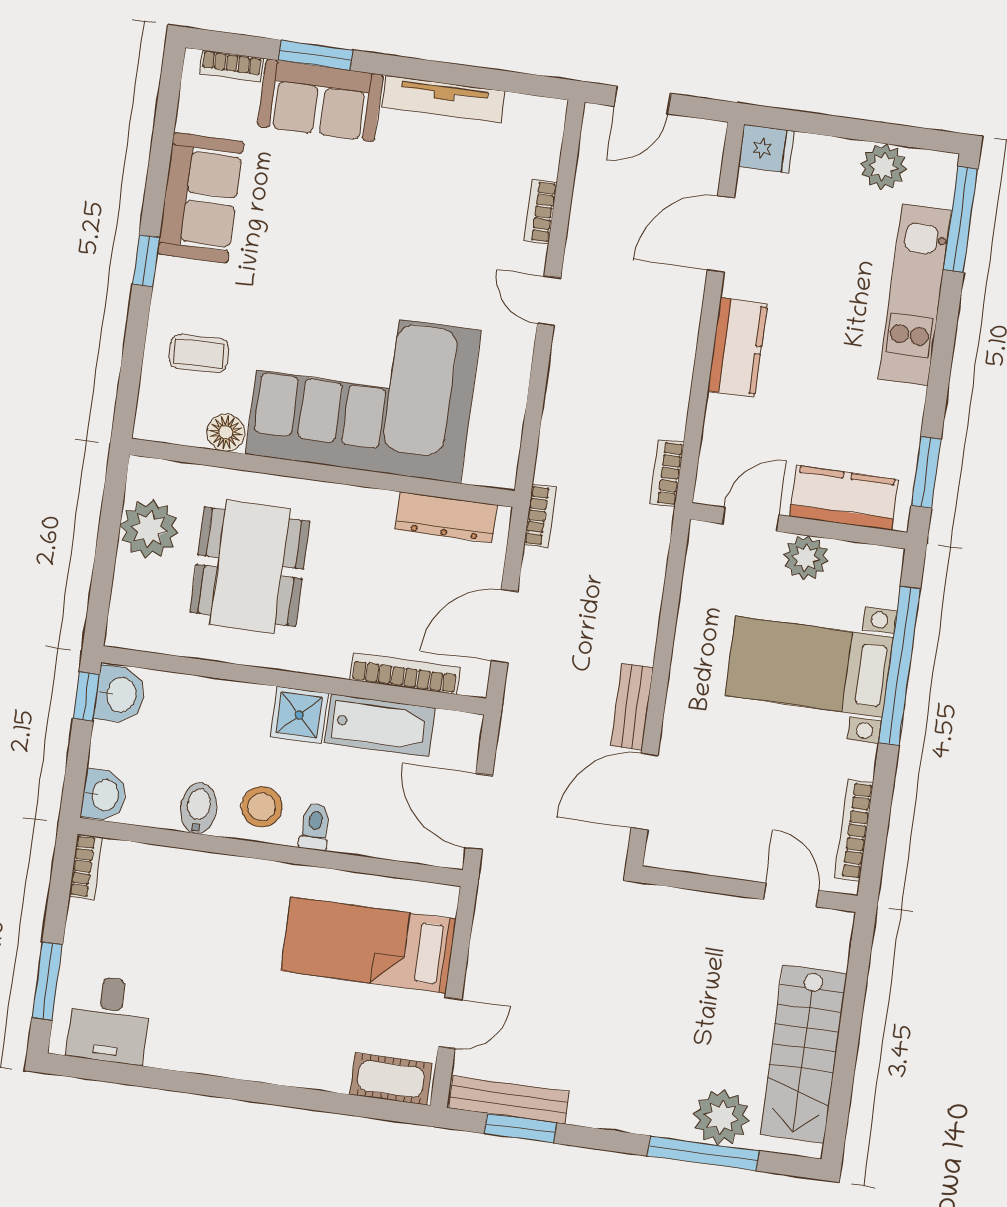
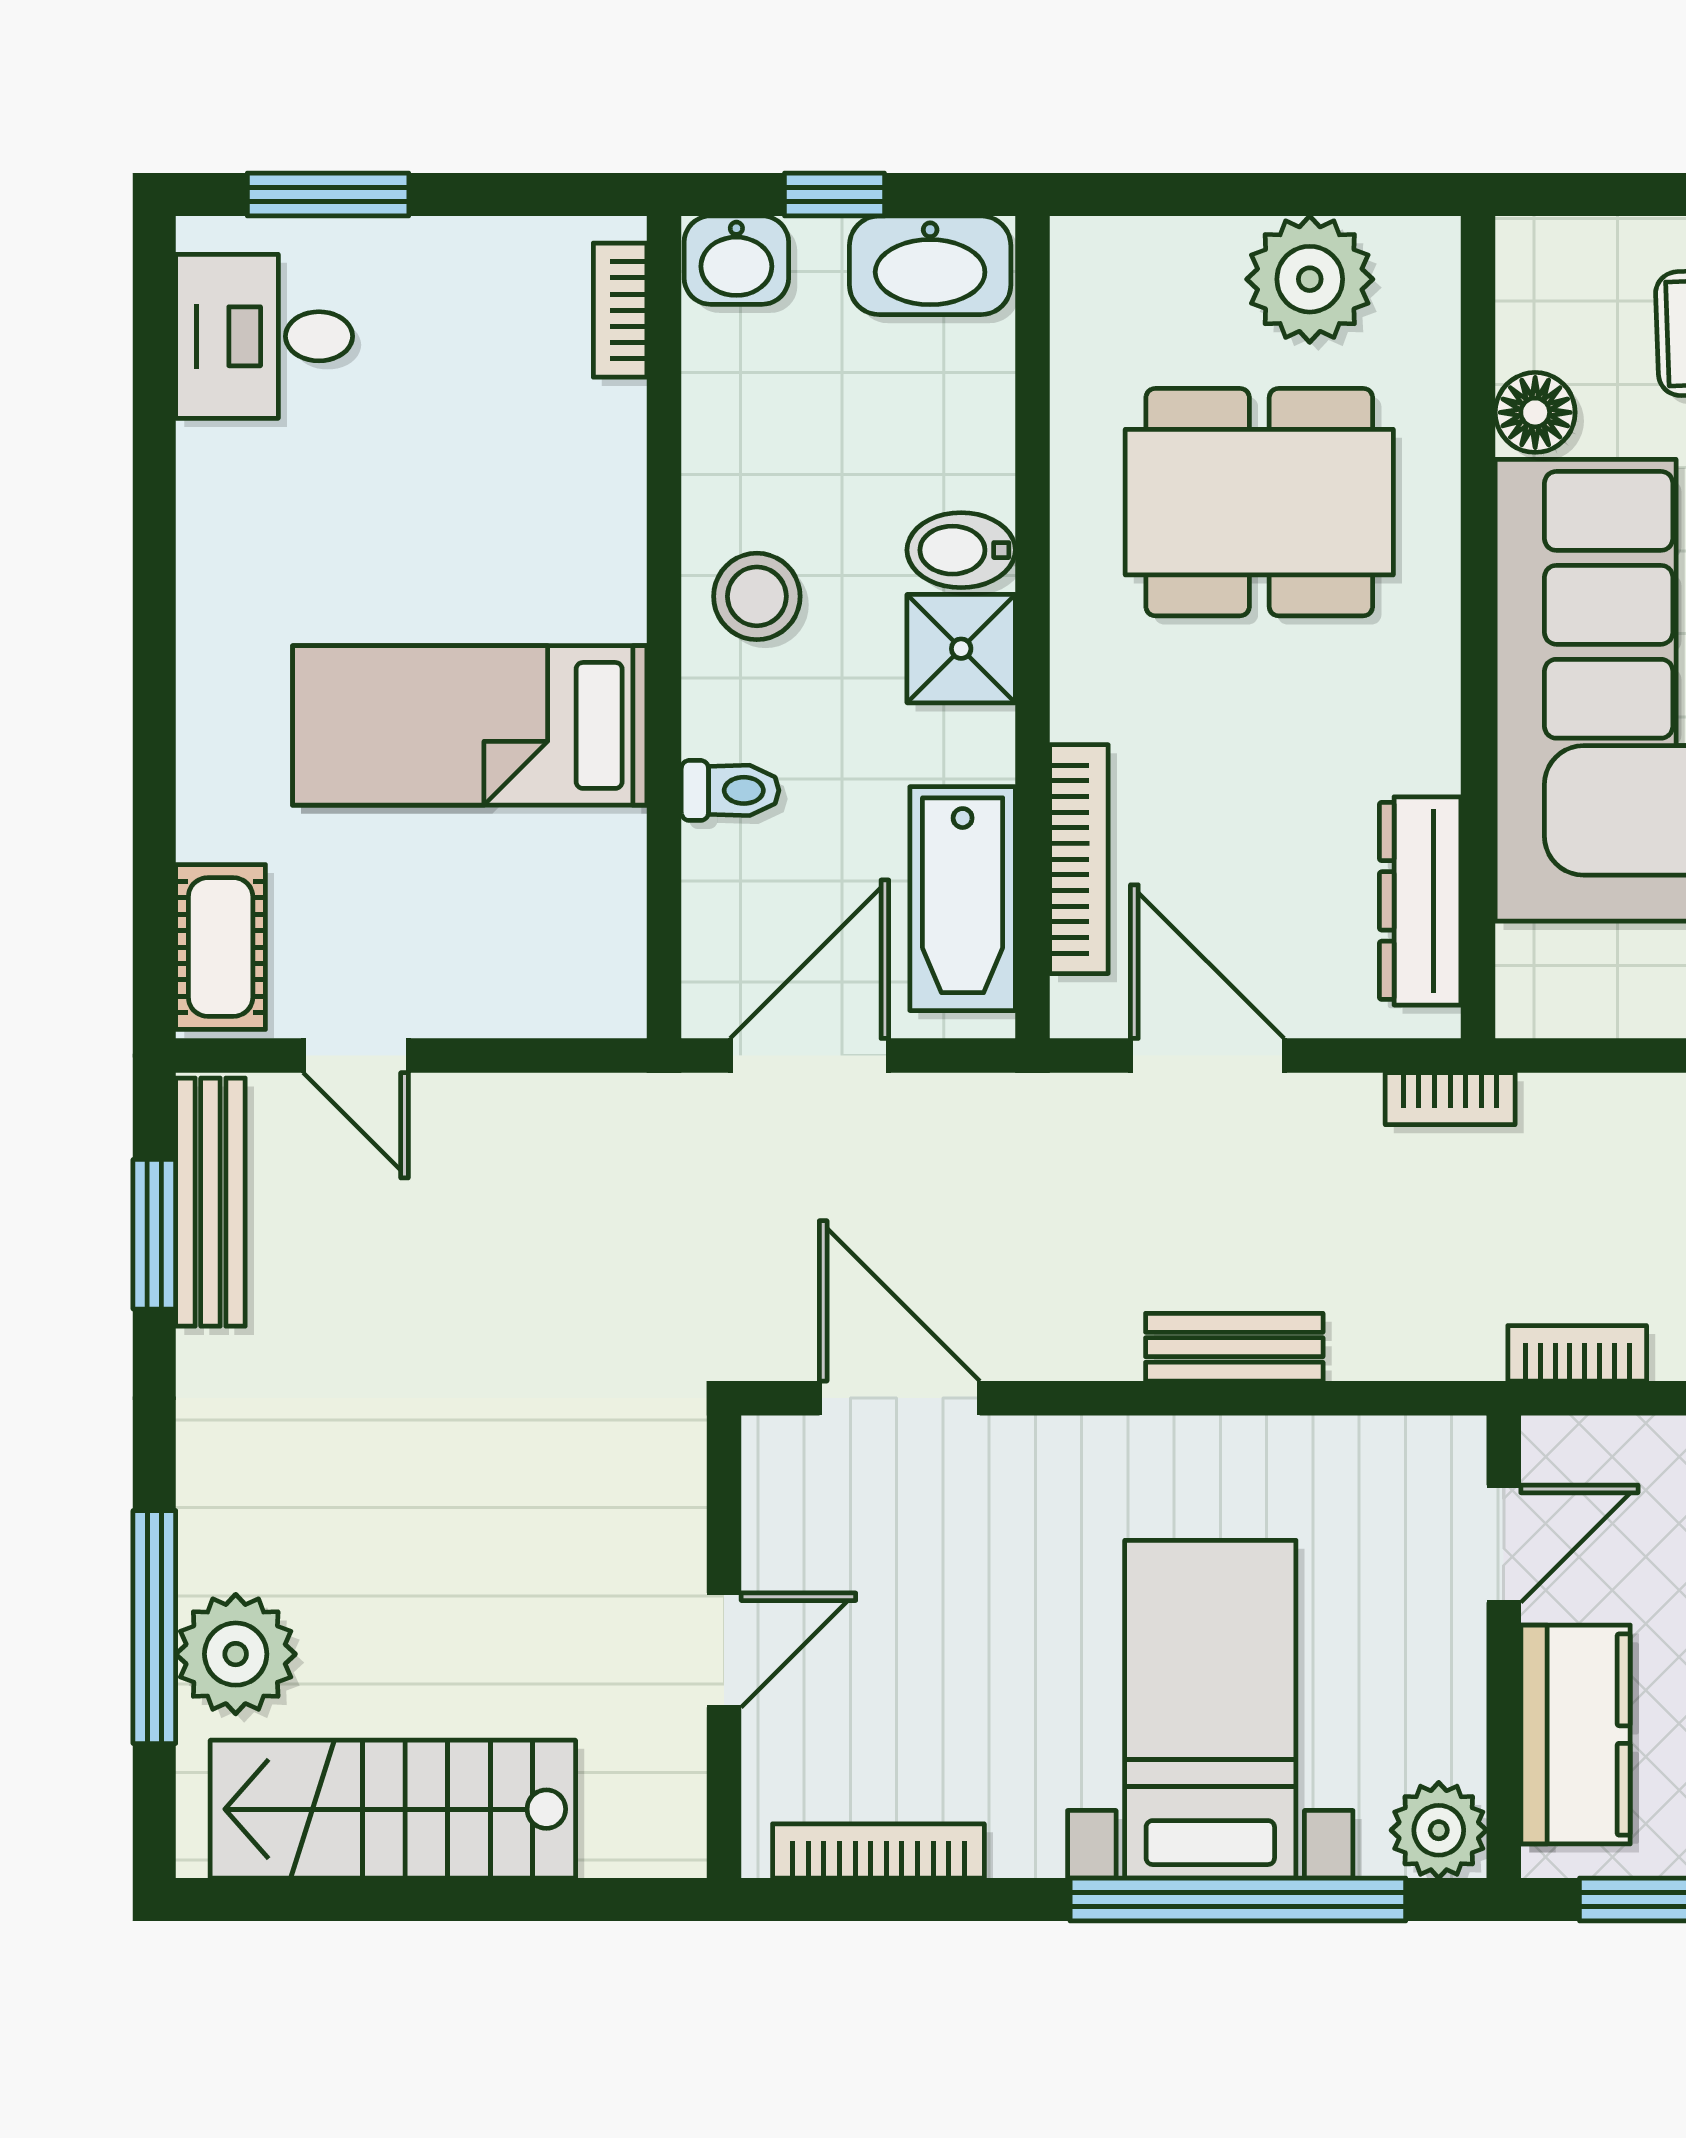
door: (751, 519) -> (1504, 1544), hinge flipped
plant: (806, 558) -> (1439, 1830), moved
washbasin: (120, 695) -> (930, 265), width x1.38
window: (86, 696) -> (834, 195), moved
bench: (632, 707) -> (1234, 1347), moved
bathtub: (380, 725) -> (963, 899), moved
bidet: (199, 808) -> (961, 550), moved, turned 180
toilet: (315, 827) -> (730, 790), moved
bookcase: (86, 867) -> (620, 310), moved, turned 90
door: (791, 895) -> (724, 1650), moved
bed: (369, 945) -> (470, 725), moved, turned -90

